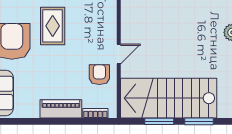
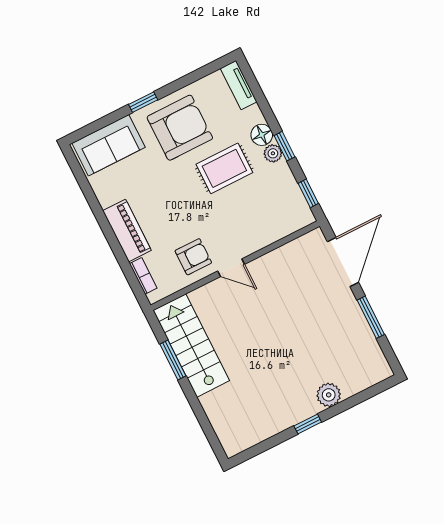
stairs: (169, 98) -> (191, 345), width x0.73, depth x0.66
window: (199, 121) -> (198, 409), removed

